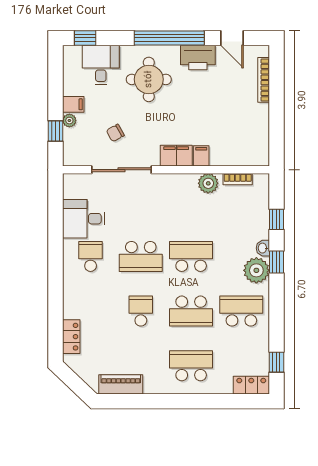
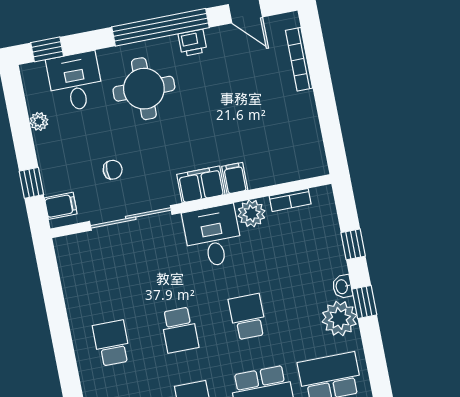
printer: (198, 58) -> (192, 43), width x0.53, depth x0.68
filing cabinet: (73, 104) -> (61, 206), moved
plant: (69, 121) -> (39, 121), moved
chair: (115, 133) -> (113, 170), turned -151
desk: (84, 219) -> (213, 236), moved, turned 90
school desk: (141, 256) -> (180, 330), width x0.54
school desk: (191, 256) -> (248, 317), width x0.54

